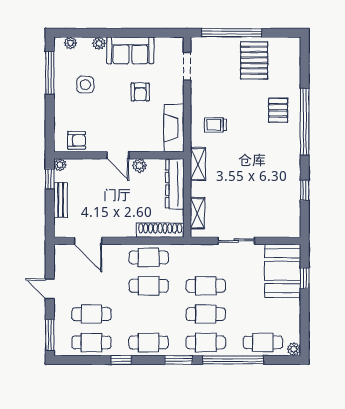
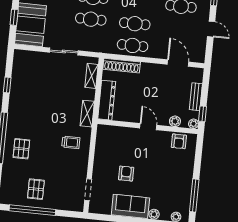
window: (232, 33) -> (32, 210), moved
pallet: (254, 60) -> (36, 189), width x0.67, depth x0.71
side table: (85, 85) -> (168, 184), removed
fireplace: (174, 128) -> (103, 143), removed
armchair: (77, 140) -> (179, 141), turned -90
plant: (140, 166) -> (175, 121), moved

